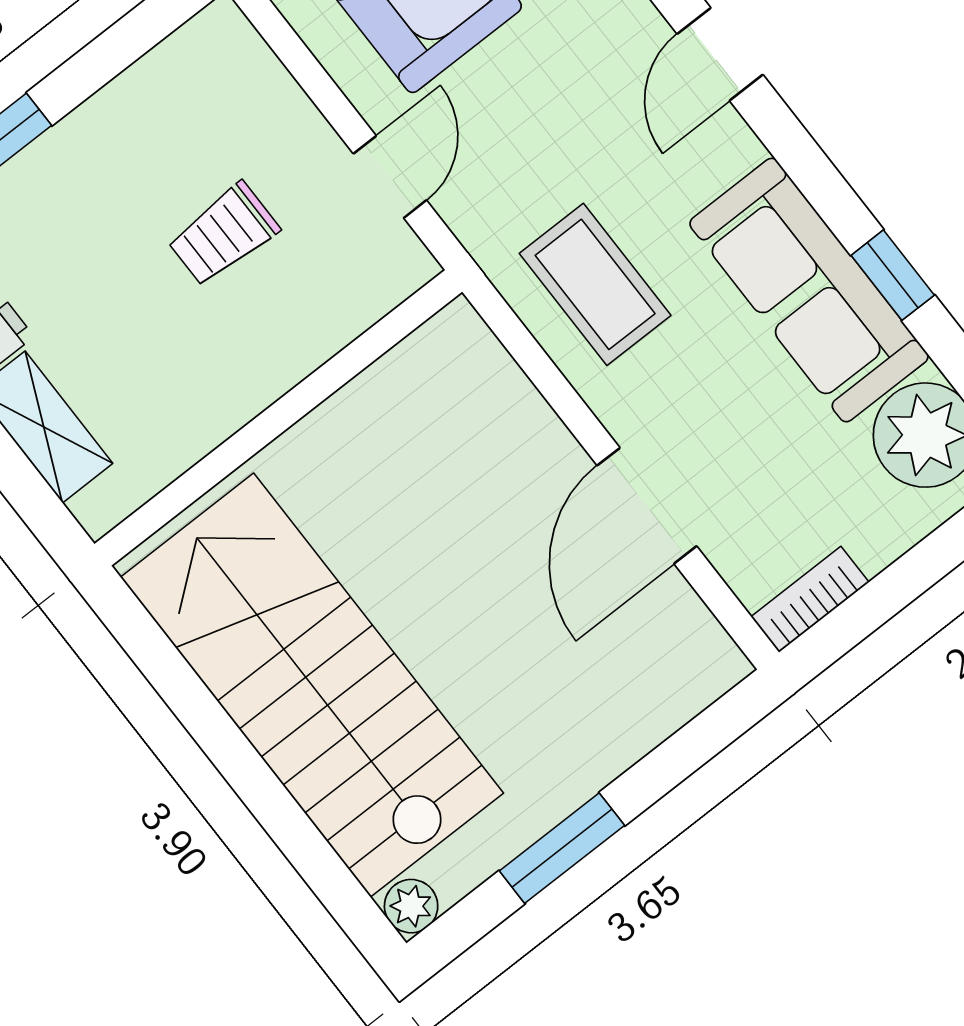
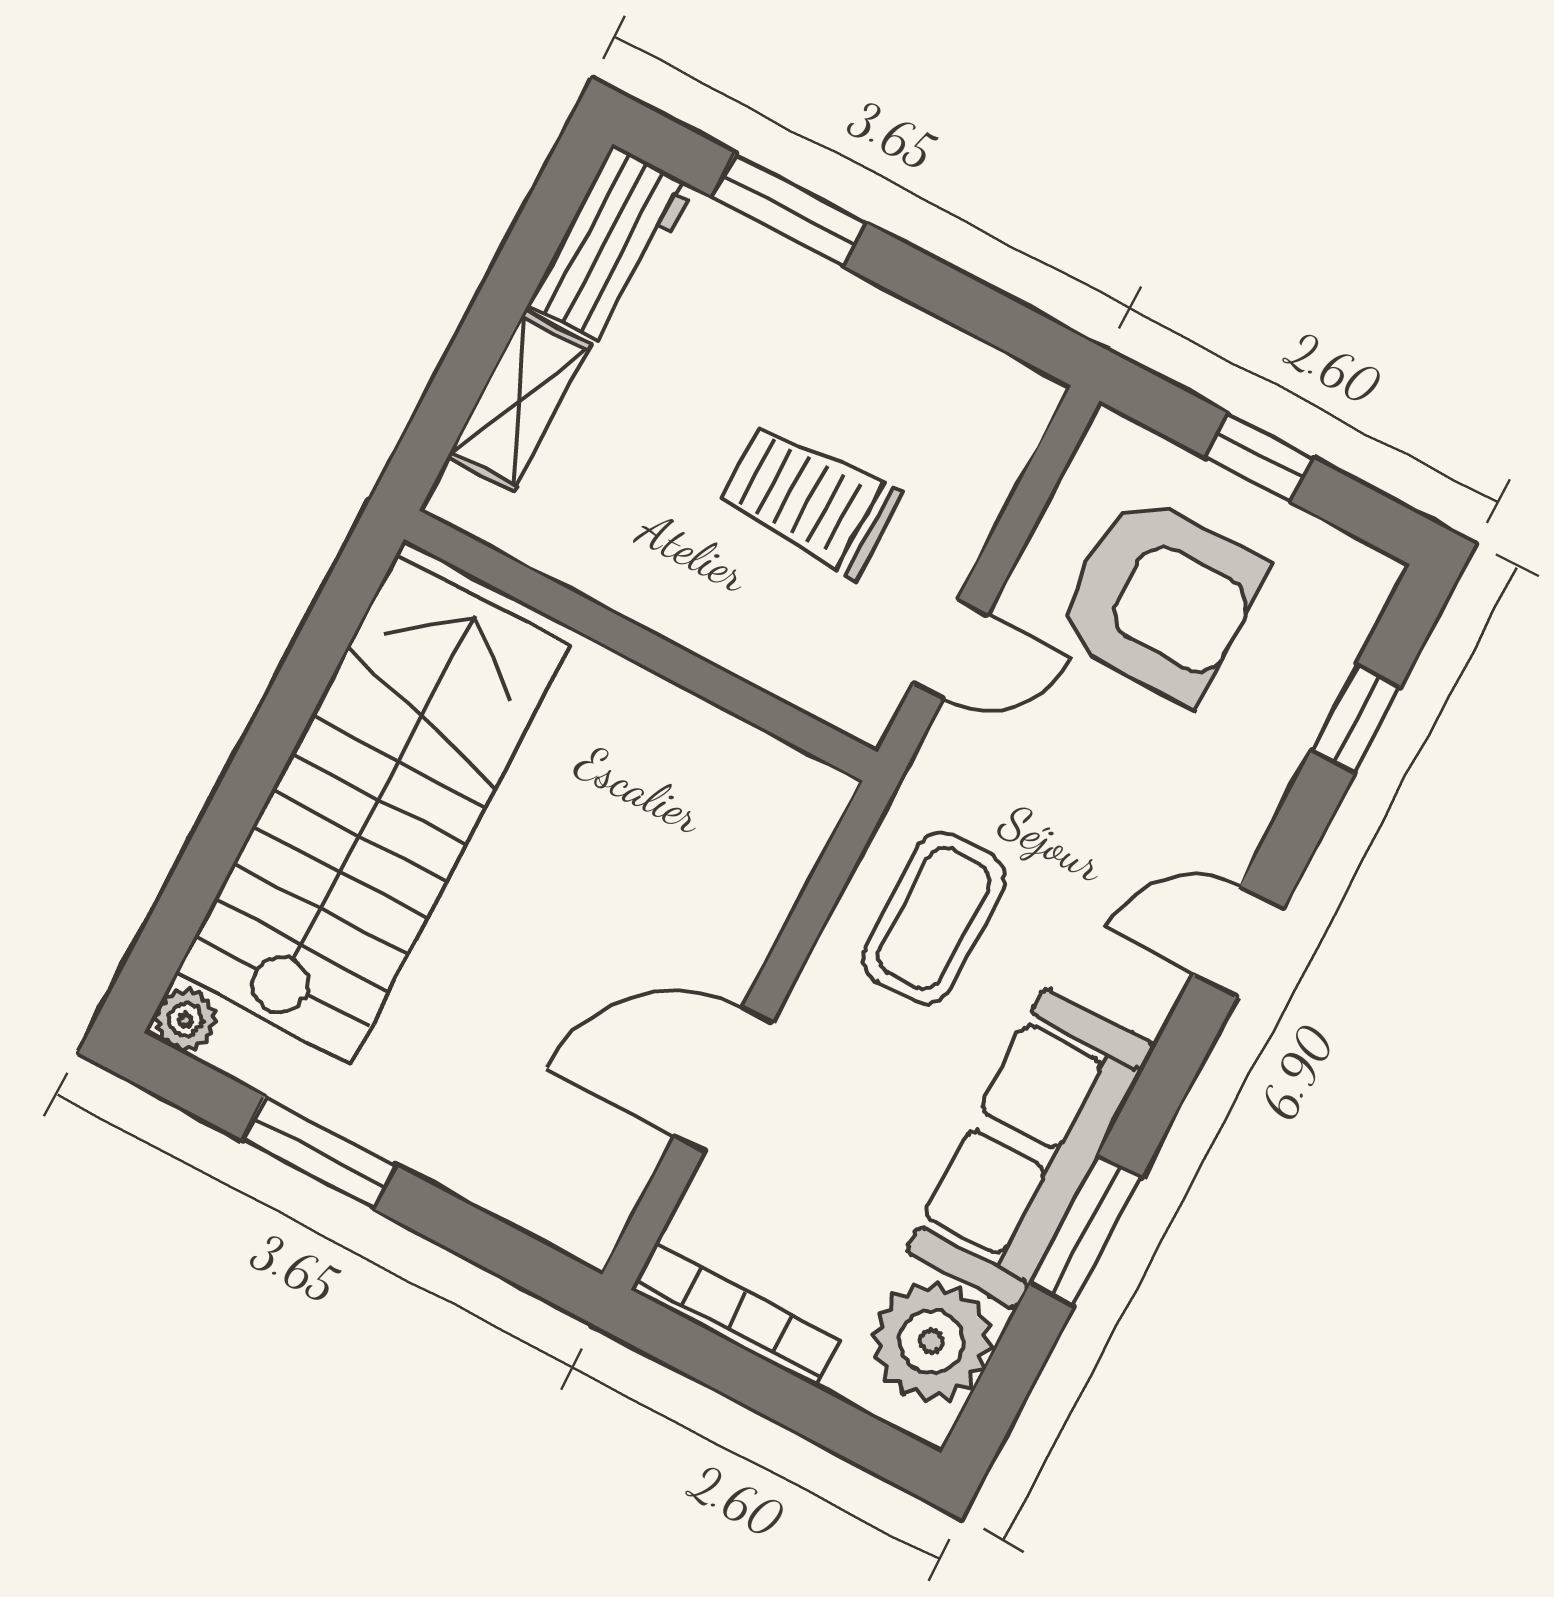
trolley: (224, 234) -> (810, 500), width x1.36, depth x1.39
window: (893, 275) -> (1086, 1230), width x1.50
bookcase: (810, 599) -> (735, 1315), width x1.56

